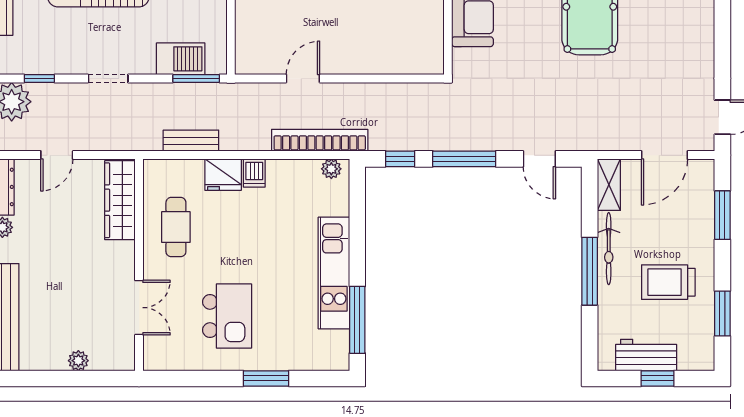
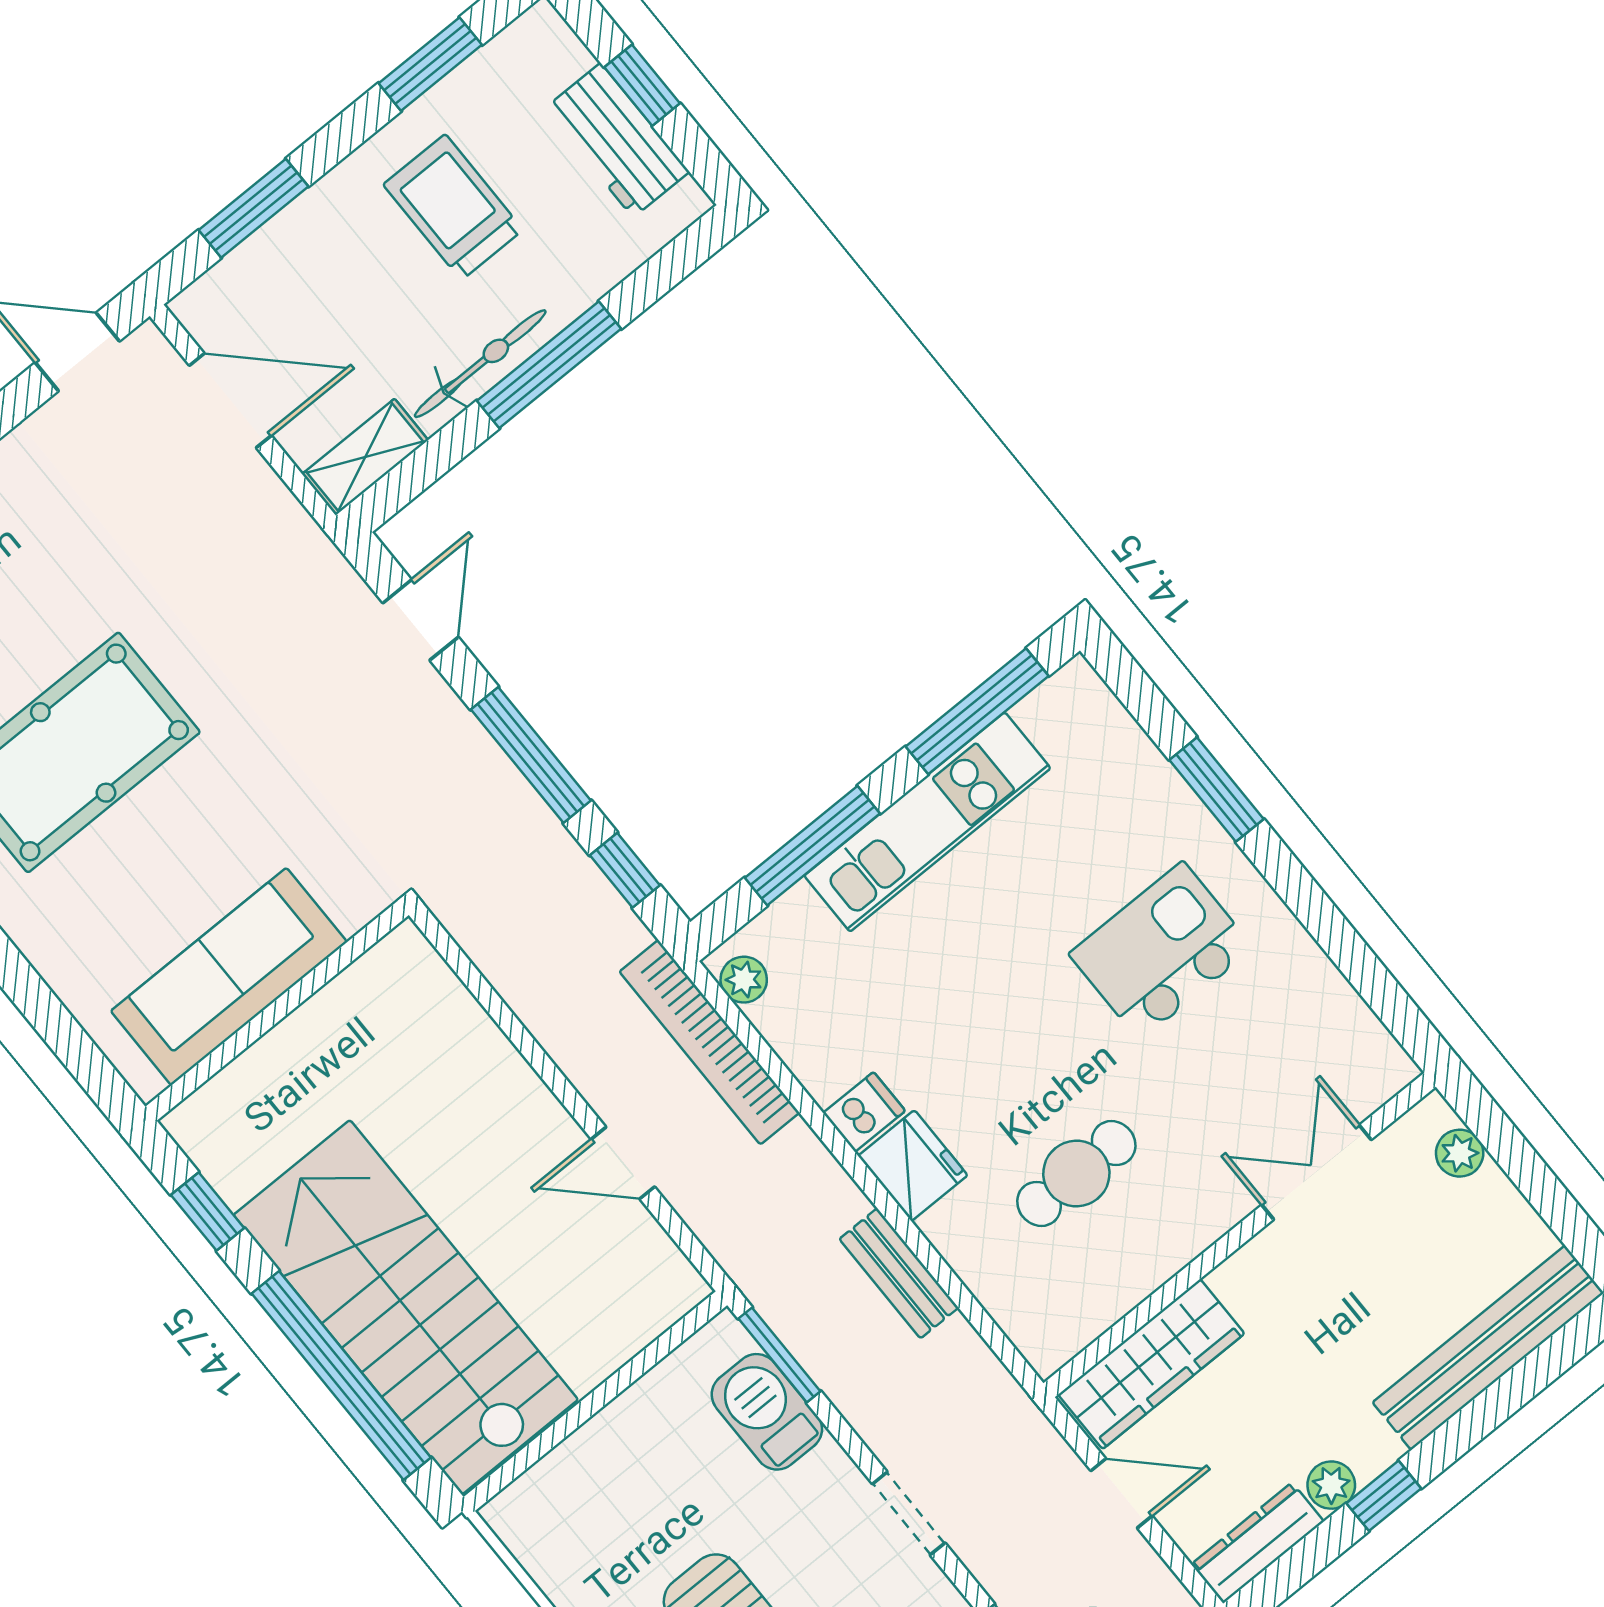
wardrobe: (120, 200) -> (1151, 1364), moved
window: (357, 228) -> (812, 846), added
wall: (139, 265) -> (1240, 1235), moved
trolley: (668, 282) -> (453, 207), turned 180
double door: (139, 308) -> (1316, 1172), moved

